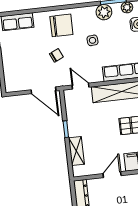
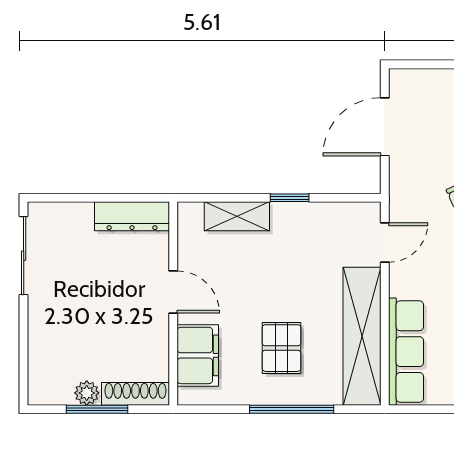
door: (44, 90) -> (385, 127), moved

